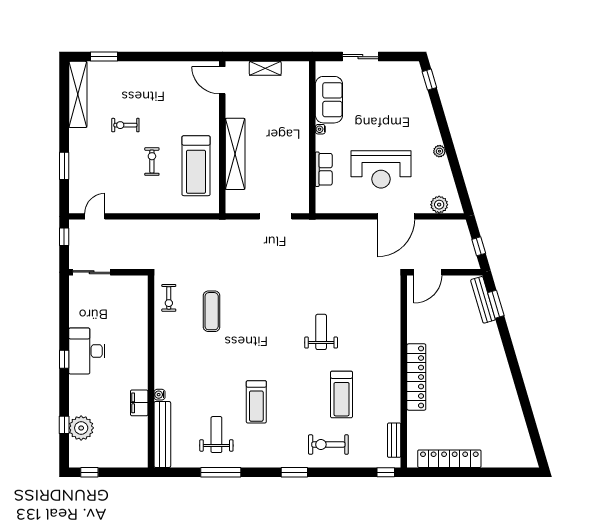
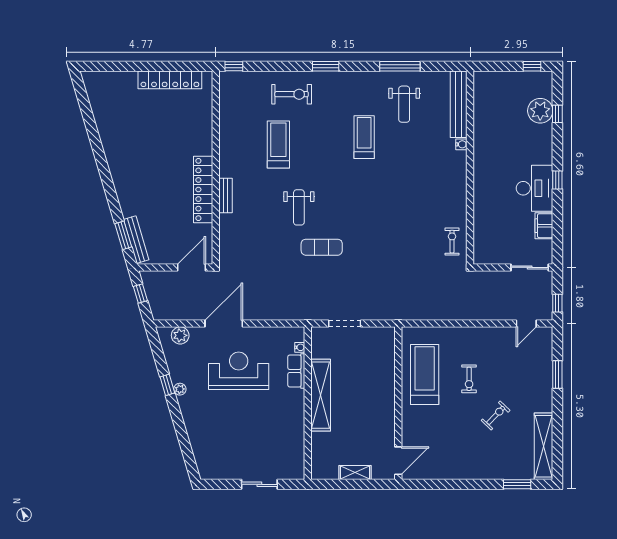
door: (222, 80) -> (398, 461), hinge flipped
window: (429, 80) -> (167, 385), moved
sofa: (329, 100) -> (291, 441), removed
exercise bike: (125, 125) -> (496, 415), turned -46
water cooler: (320, 129) -> (300, 347), moved
shelving: (235, 154) -> (321, 395), moved
exercise mat: (212, 311) -> (322, 247), moved, turned 90
locker: (416, 377) -> (203, 190), moved
filing cabinet: (139, 403) -> (544, 226), moved, turned 180
bench: (394, 440) -> (225, 195), moved

